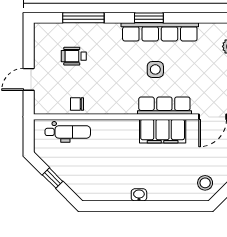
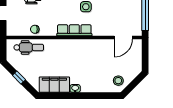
row of seats: (164, 106) -> (74, 30), moved
filing cabinet: (163, 131) -> (54, 85), moved, turned 180

